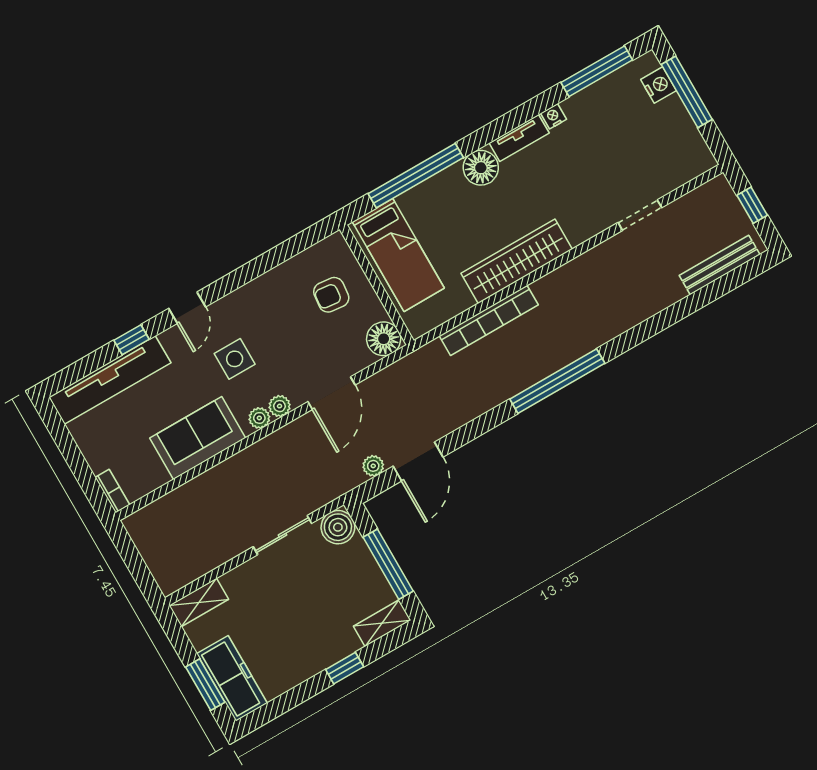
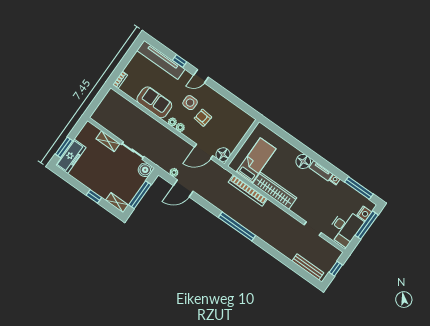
desk: (670, 142) -> (345, 228), added
window: (416, 176) -> (289, 139), removed
bed: (398, 255) -> (256, 160), moved, turned 180
armchair: (331, 295) -> (203, 118), moved
door: (331, 393) -> (204, 151), moved
shelving: (199, 602) -> (108, 141), moved

